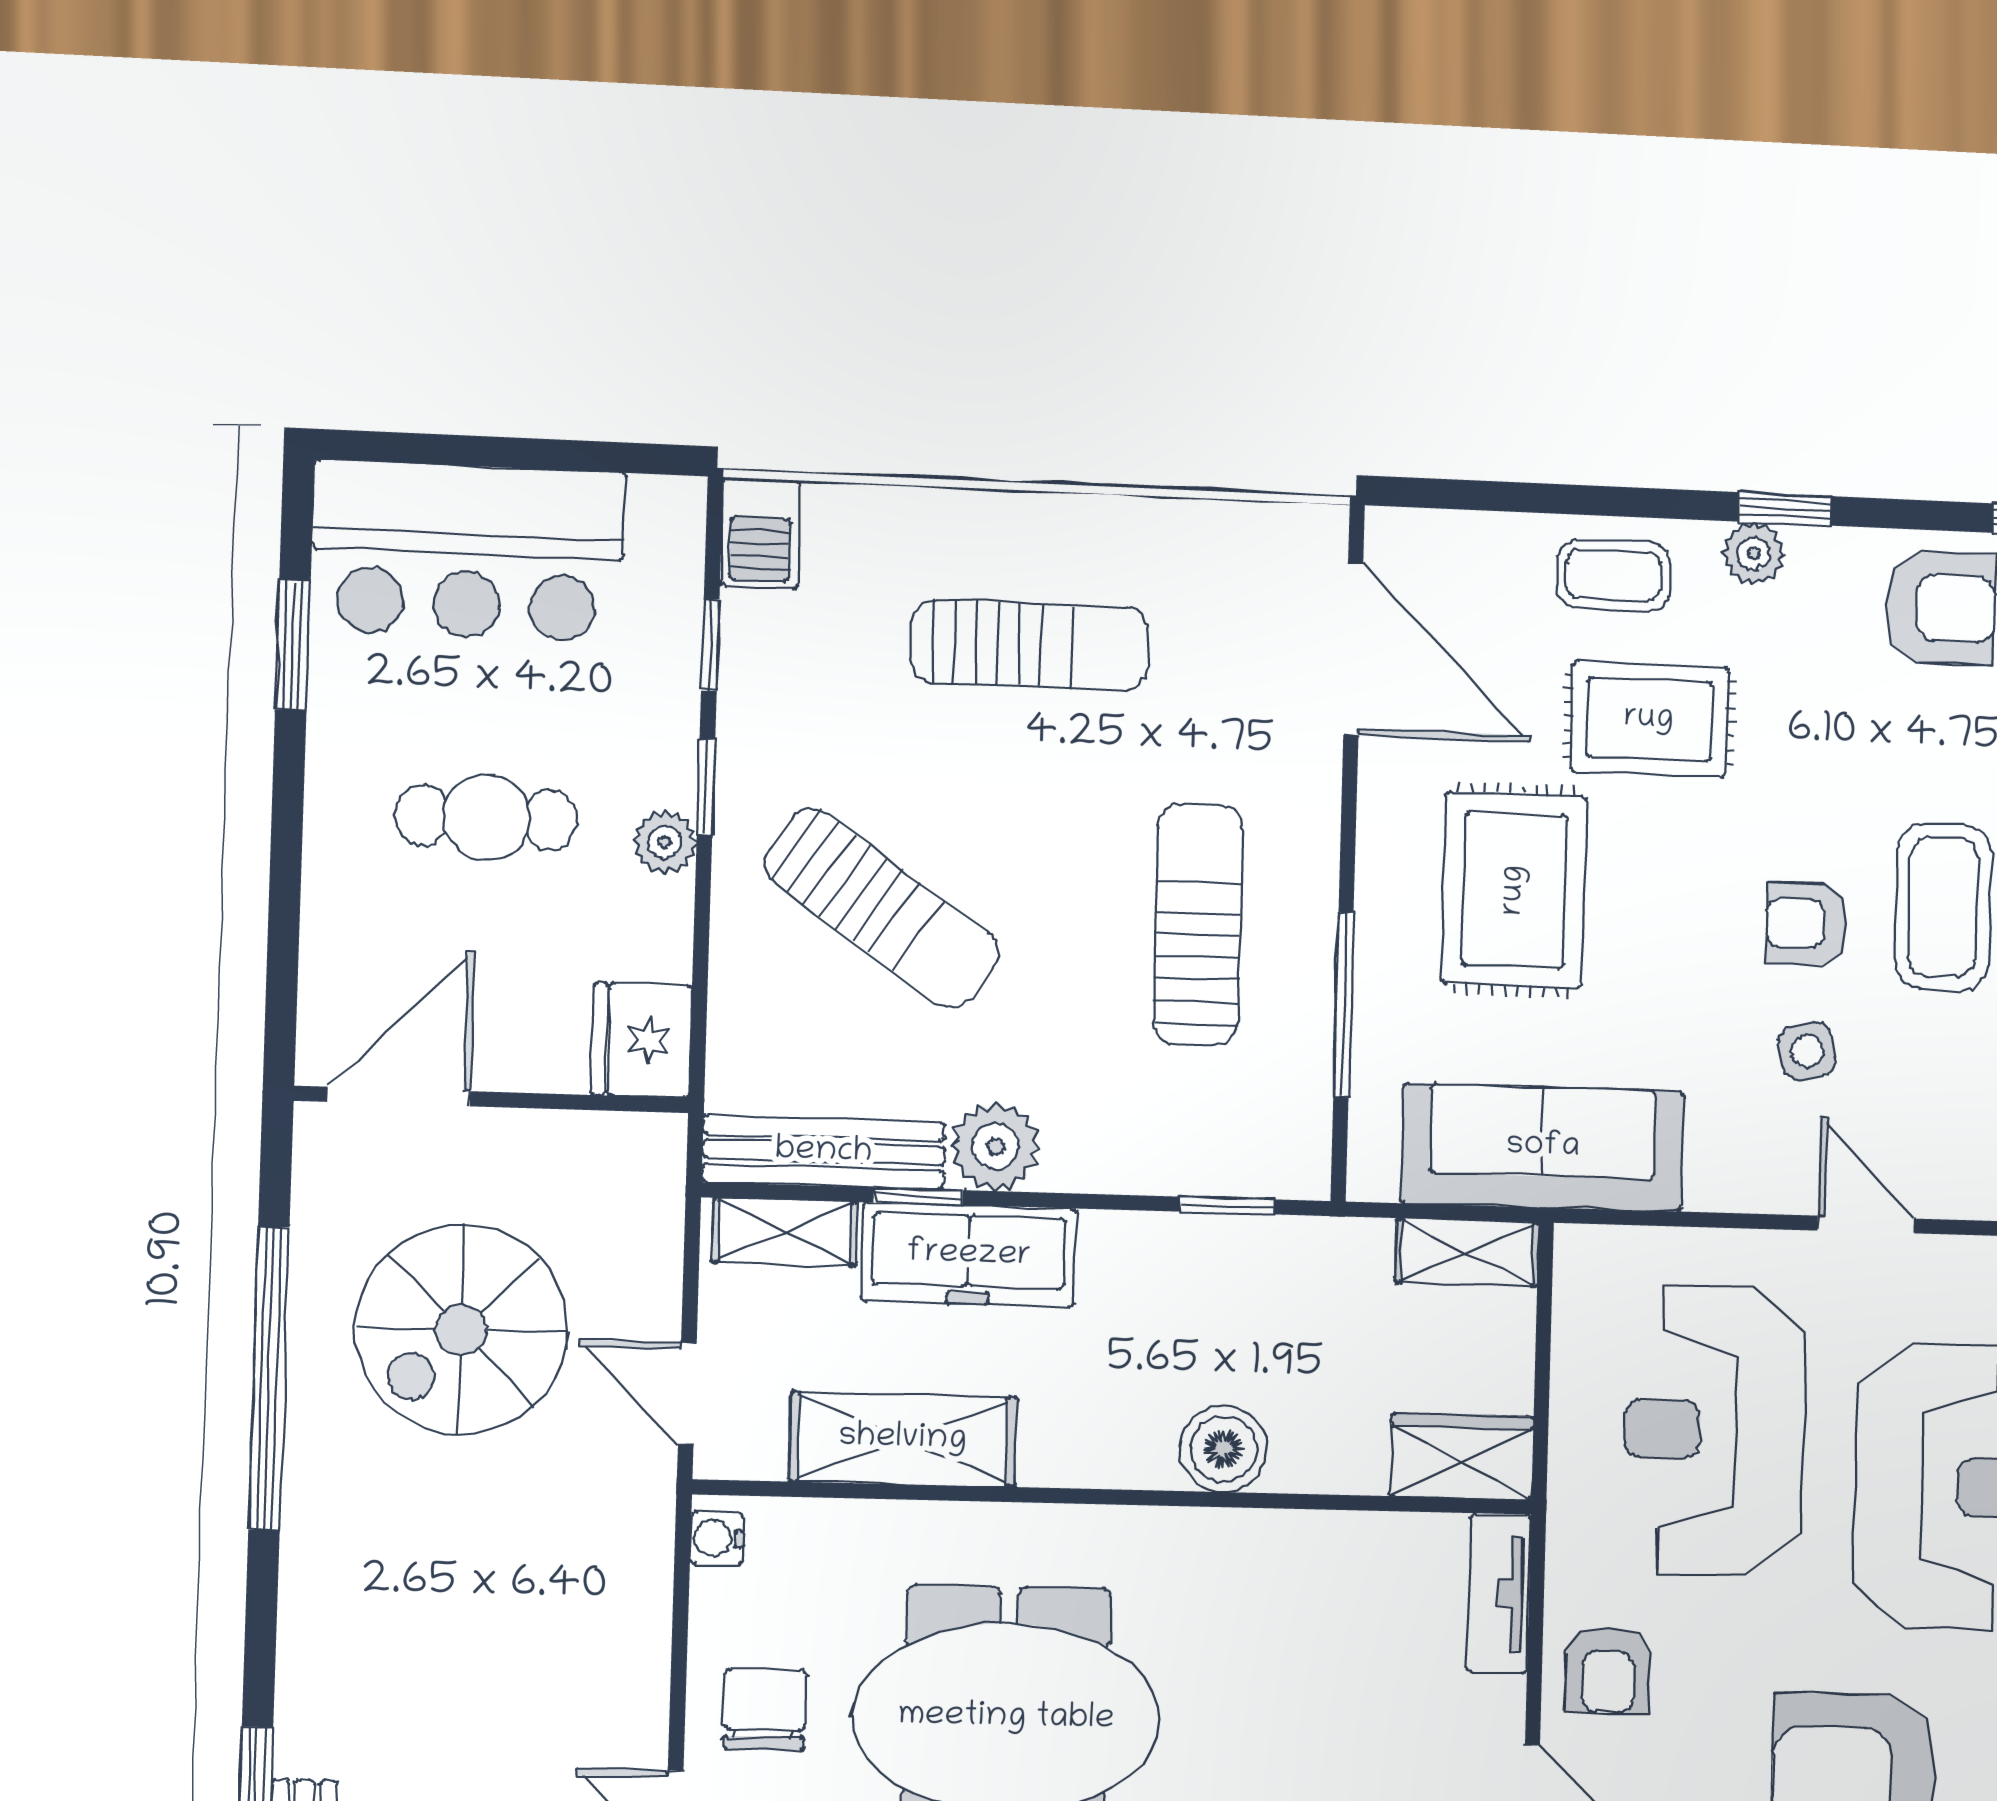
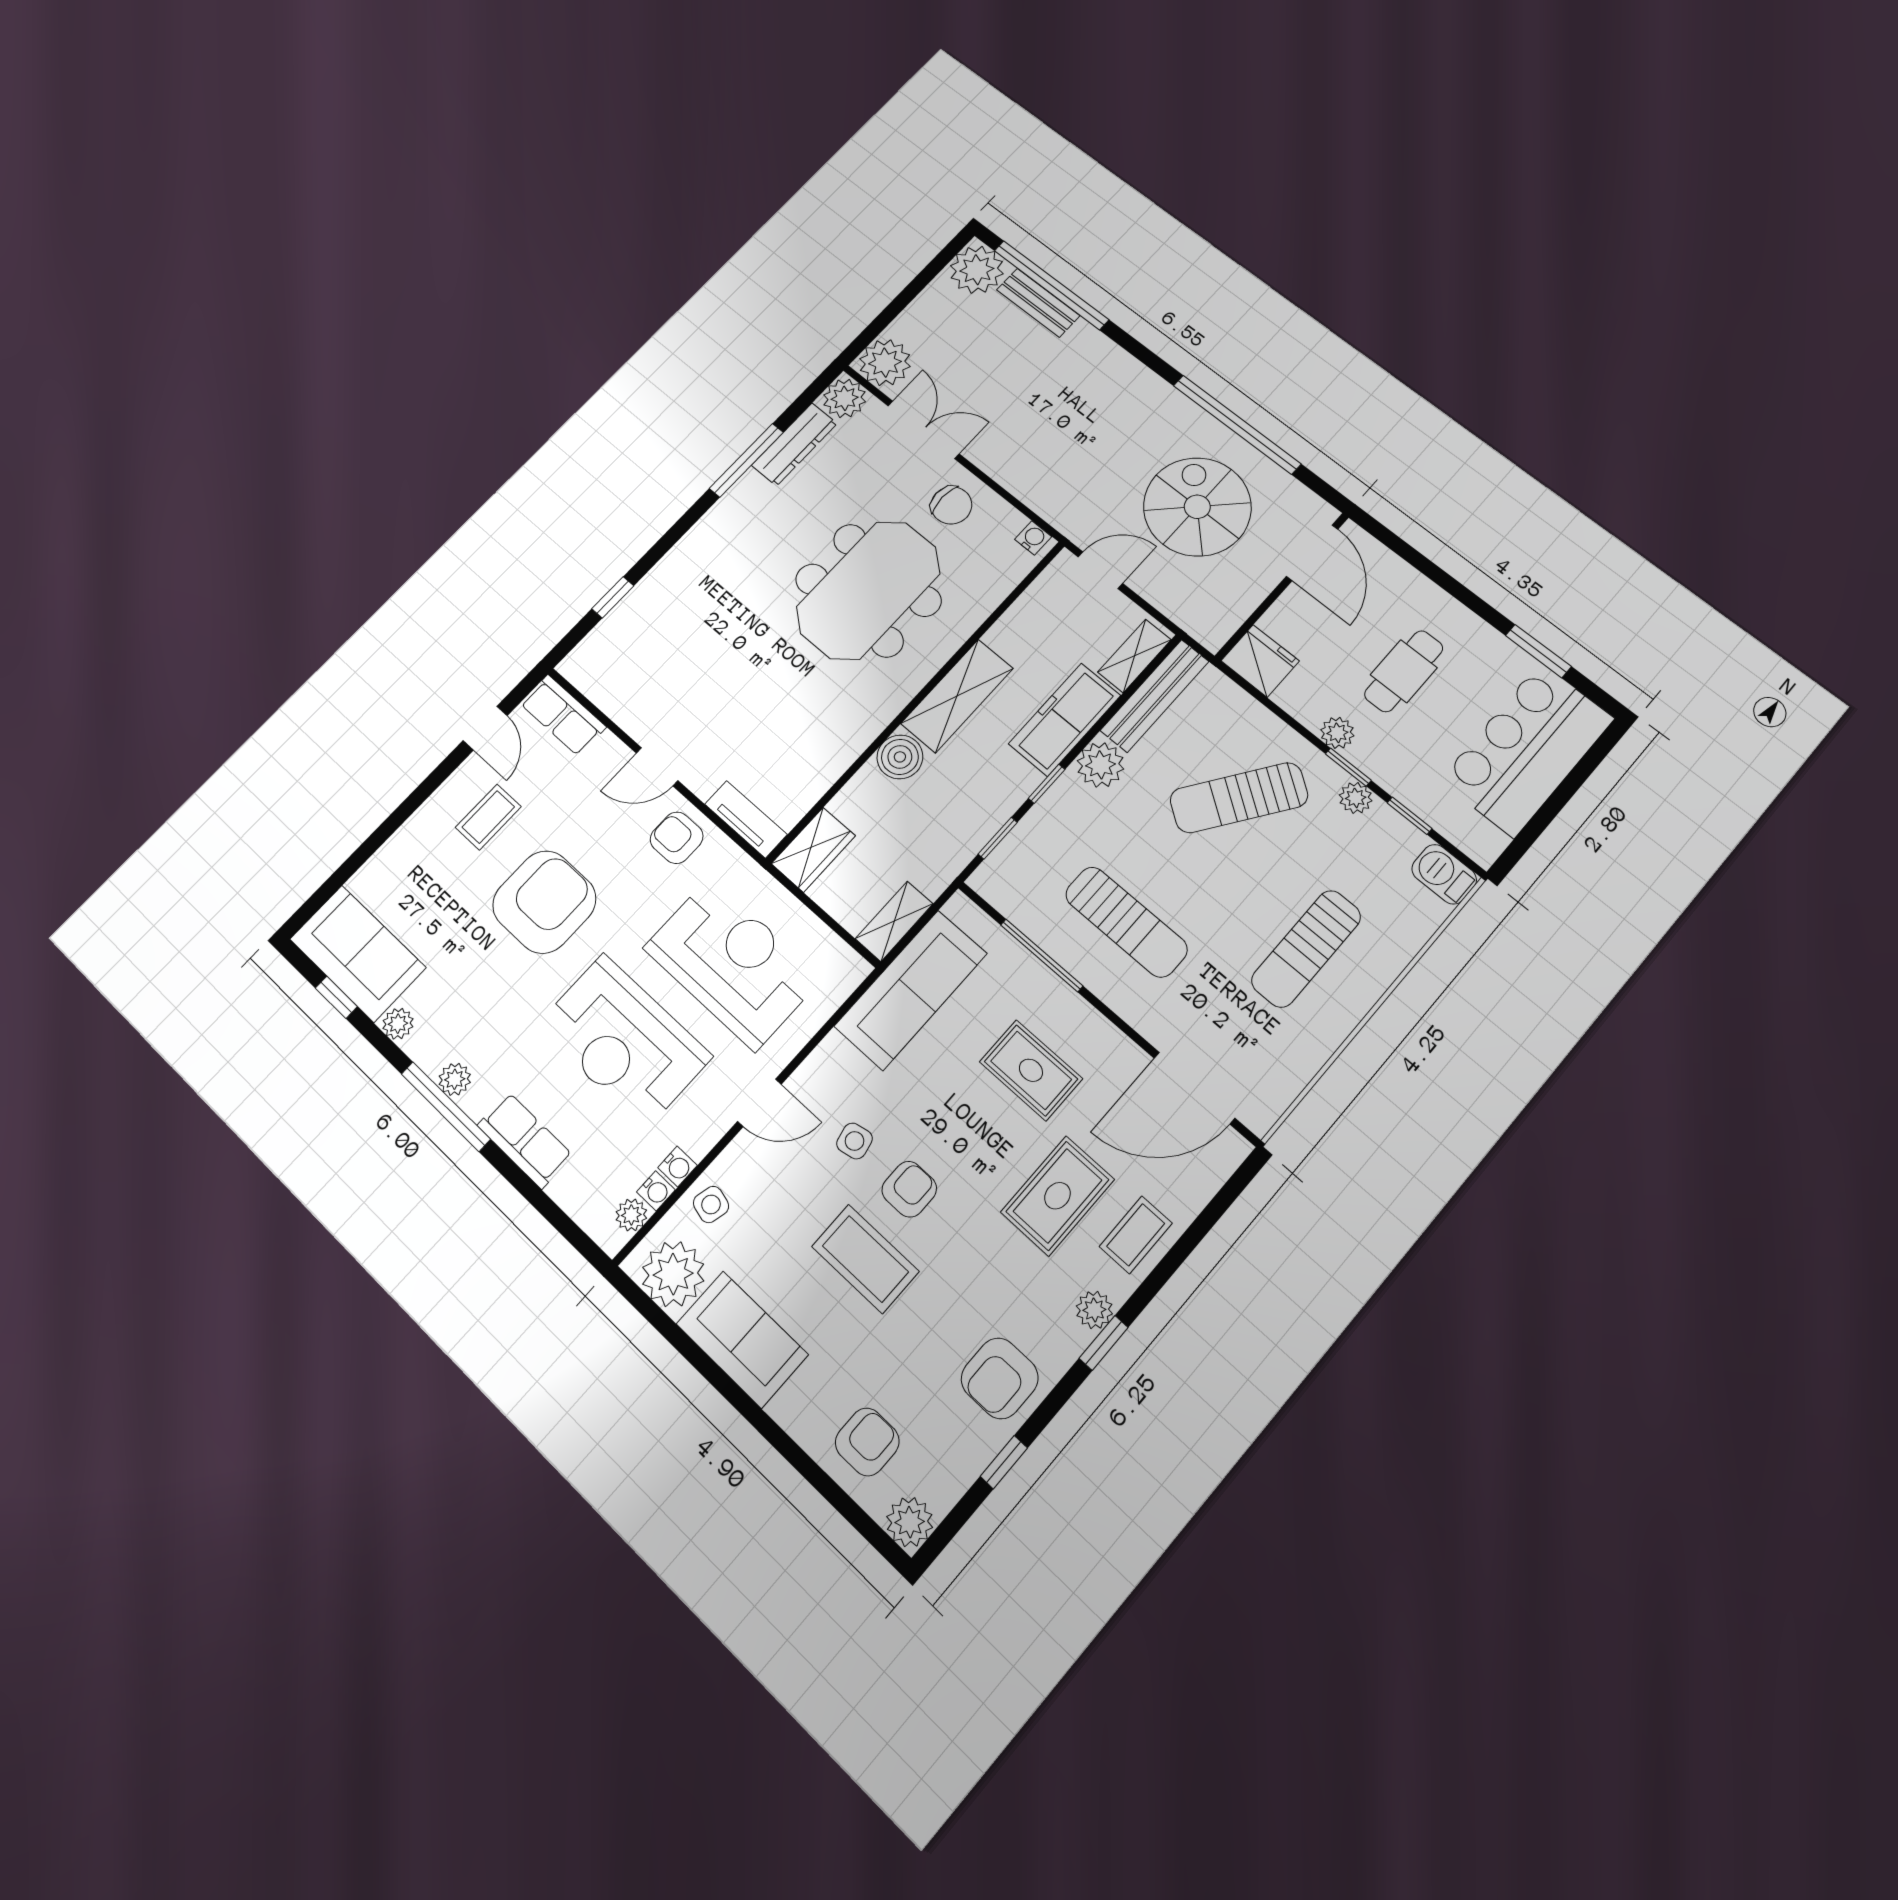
plant: (746, 741) -> (1356, 798), added
rug: (1514, 890) -> (1031, 1070), width x0.73, depth x0.70
window: (918, 1196) -> (1047, 784), moved
shelving: (903, 1439) -> (957, 696), moved

